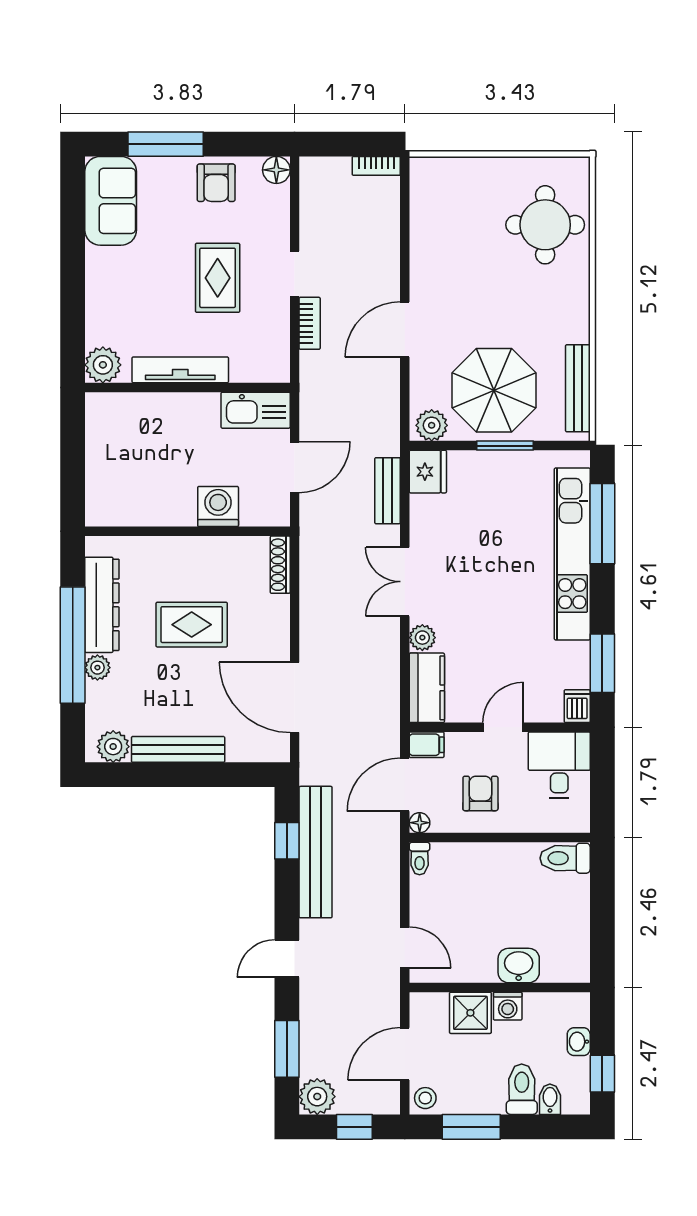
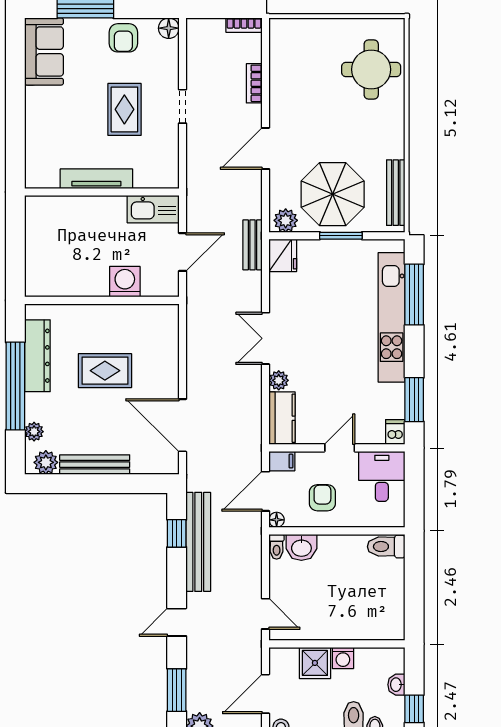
bookcase: (310, 323) -> (254, 83), moved, turned 180
plant: (103, 365) -> (38, 175), removed
bench: (388, 491) -> (253, 245), moved
shoe rack: (280, 565) -> (172, 325), removed
plant: (97, 668) -> (34, 432), moved
washbasin: (519, 966) -> (301, 547), moved, turned 180

